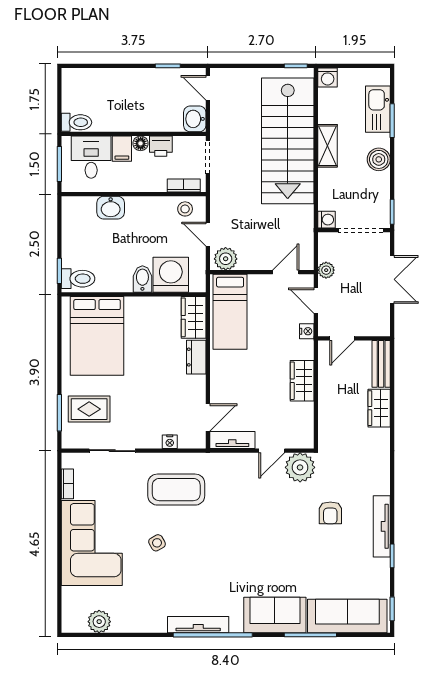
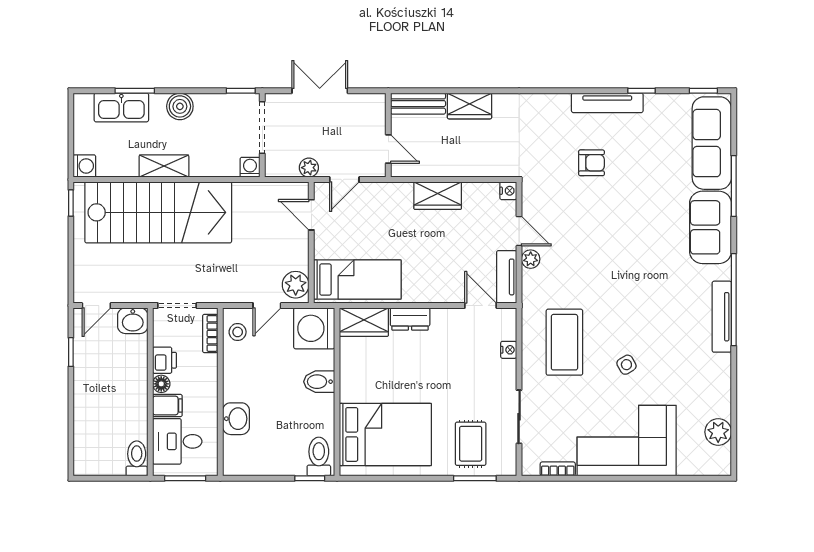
washing machine: (171, 275) -> (314, 328), moved
nightstand: (307, 331) -> (508, 191), moved, turned 90
plant: (300, 467) -> (531, 259), moved, width x0.53, depth x0.53

